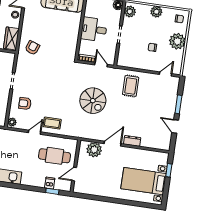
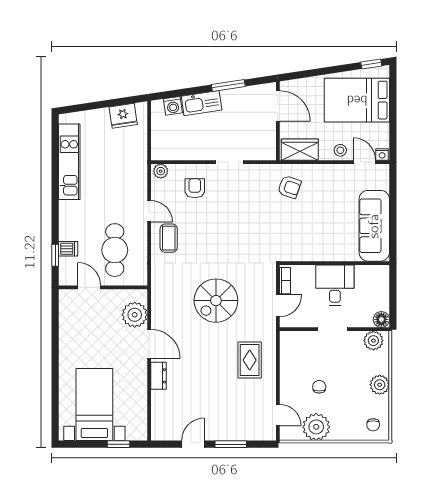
plant: (177, 41) -> (316, 427), moved
rug: (131, 86) -> (250, 360), turned 90

